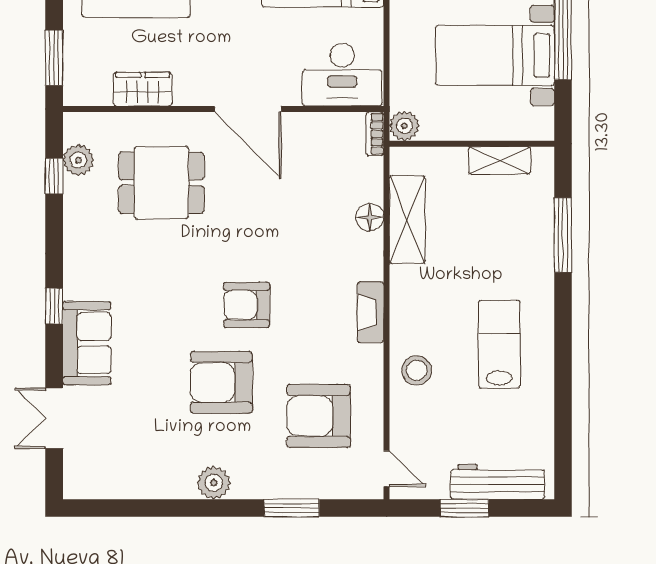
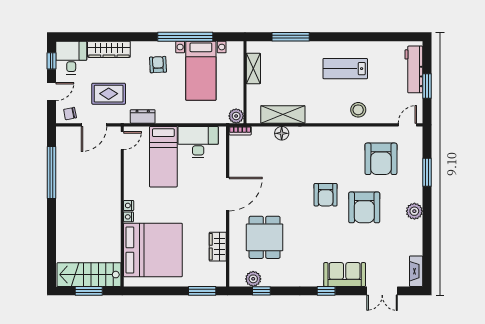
desk: (342, 75) -> (198, 142), moved, turned -90
fireplace: (371, 312) -> (416, 271), moved, turned 90

